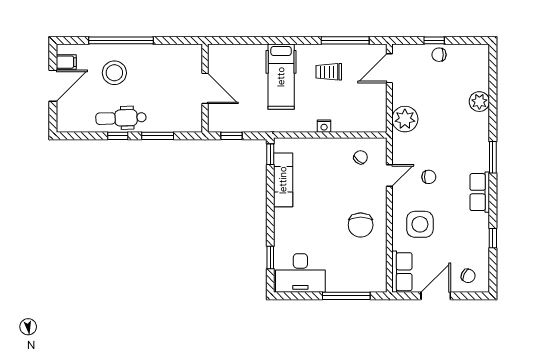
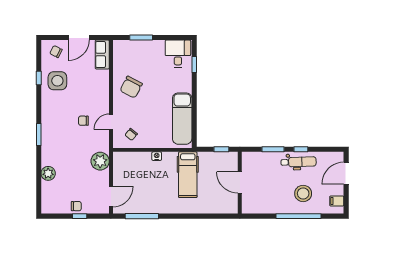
trolley: (329, 72) -> (153, 194), removed
hospital bed: (281, 77) -> (188, 175), moved, turned 180
door: (53, 86) -> (346, 173), moved
window: (270, 154) -> (194, 137), removed
exam couch: (283, 180) -> (182, 119), width x1.36, depth x1.45
row of seats: (480, 192) -> (48, 110), removed
side table: (420, 224) -> (57, 81), moved
chair: (361, 225) -> (131, 87), turned -152
desk: (300, 273) -> (178, 54), width x0.73
window: (346, 296) -> (141, 38), width x0.69

